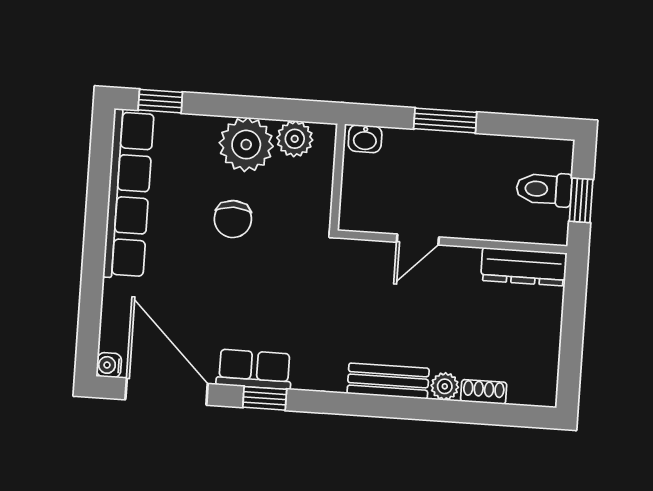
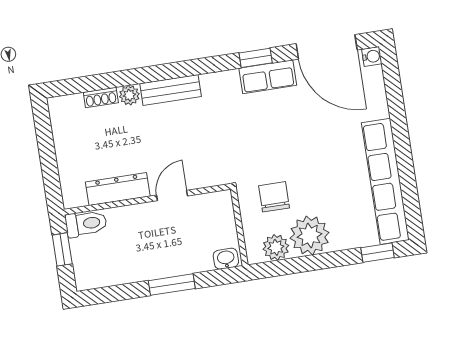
toilet: (544, 189) -> (86, 224), moved
chair: (233, 219) -> (274, 197), moved
dresser: (524, 267) -> (118, 189), moved

